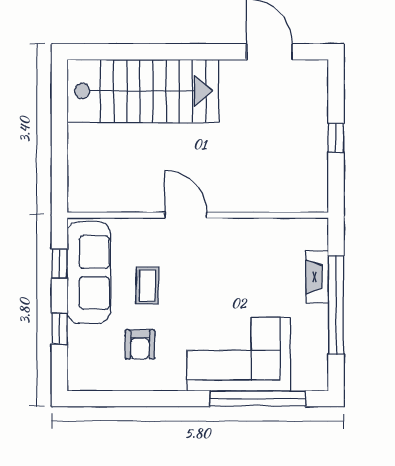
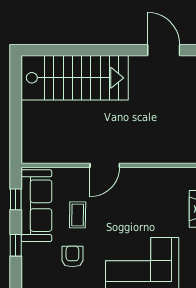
door: (186, 215) -> (105, 165), swing flipped
armchair: (140, 344) -> (72, 256), turned 180

